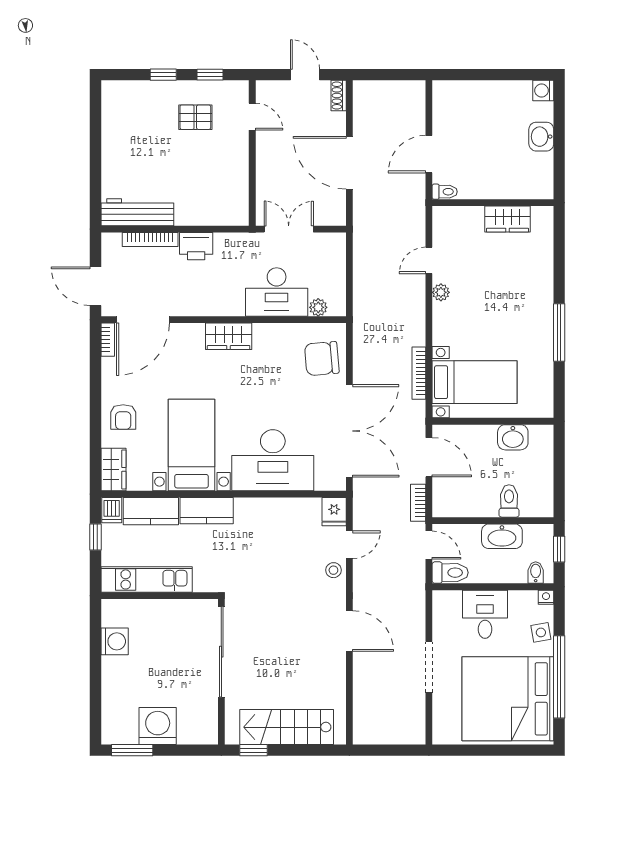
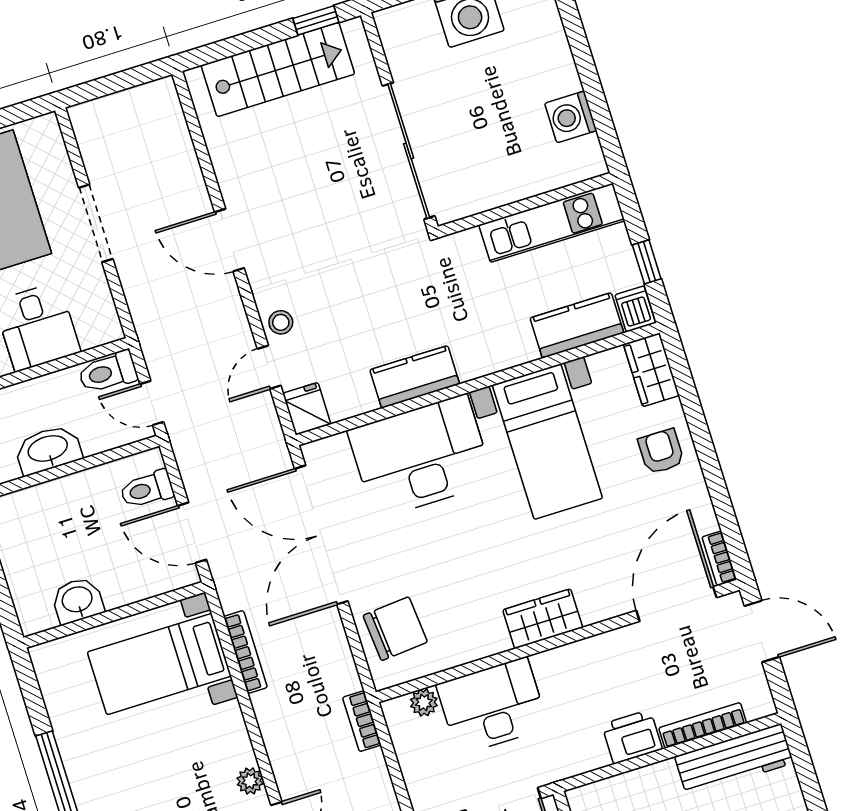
toilet: (509, 501) -> (147, 489), moved, turned 90
bookcase: (418, 503) -> (362, 721), moved, turned 180
kitchen counter: (207, 511) -> (415, 377), moved

